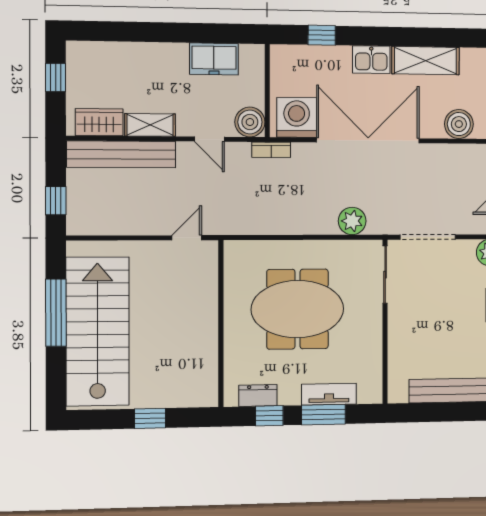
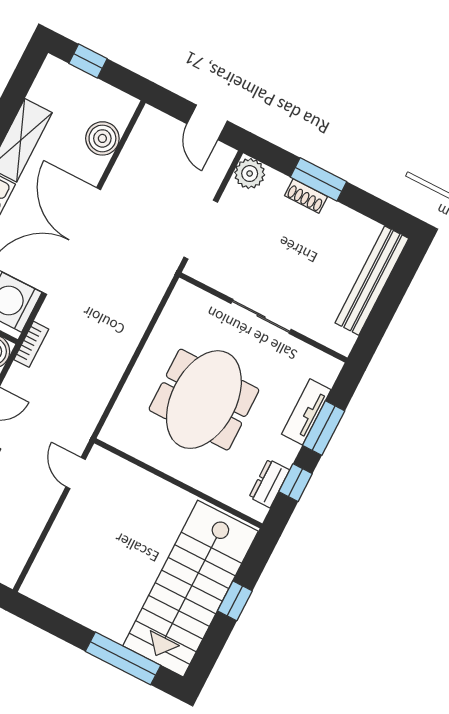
plant: (352, 221) -> (144, 299), removed
sliding door: (385, 275) -> (261, 316), moved
window: (56, 313) -> (123, 658), moved
stairs: (98, 331) -> (190, 589), moved, turned -90

